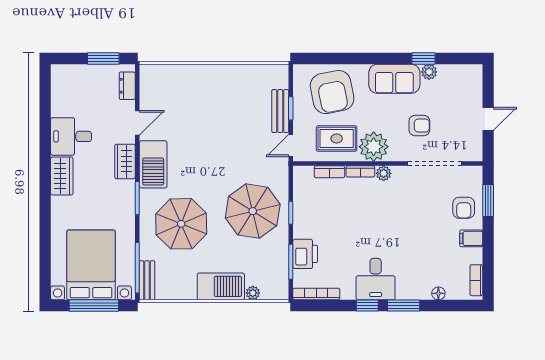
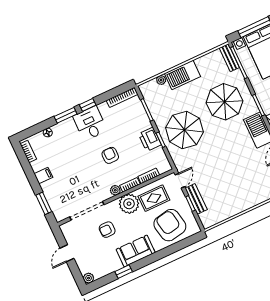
plant: (429, 72) -> (89, 278), moved
armchair: (464, 208) -> (110, 155), moved
printer: (305, 254) -> (150, 139), moved

